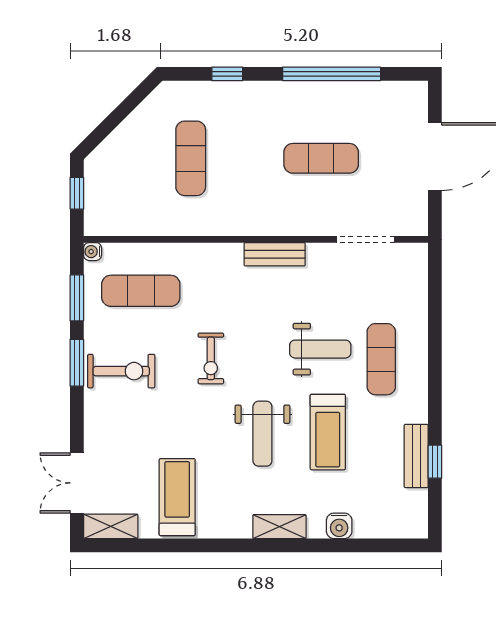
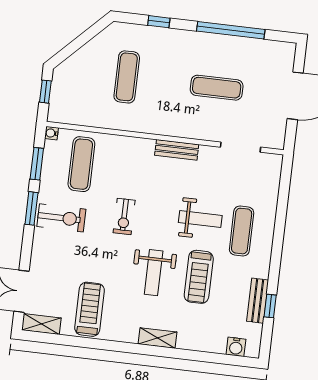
exercise mat: (141, 291) -> (81, 164), turned 90
water cooler: (339, 526) -> (236, 347), moved

